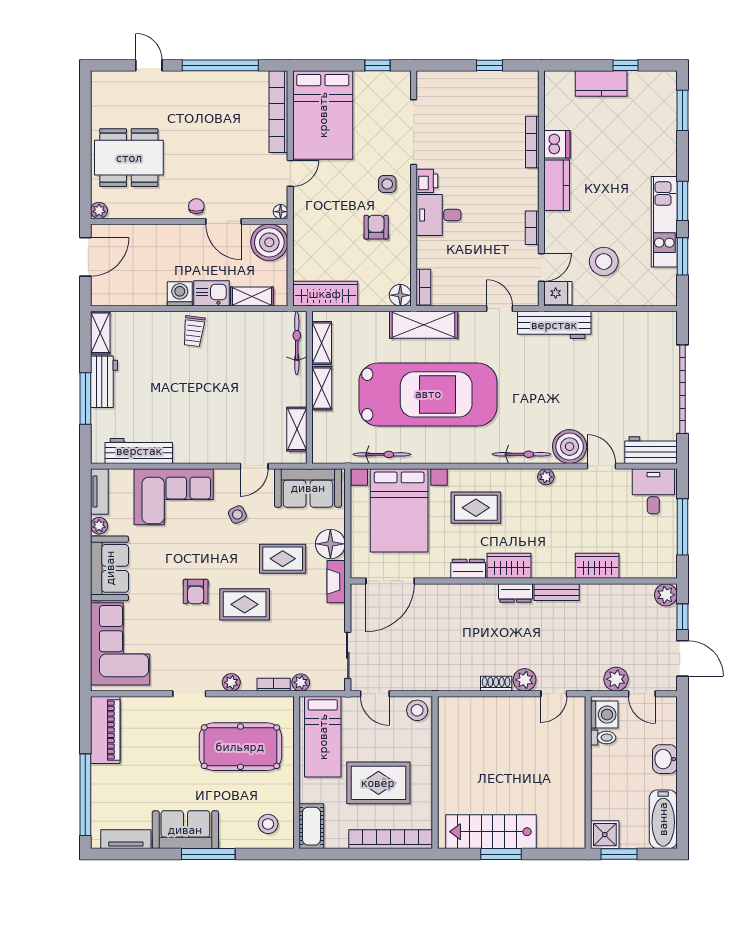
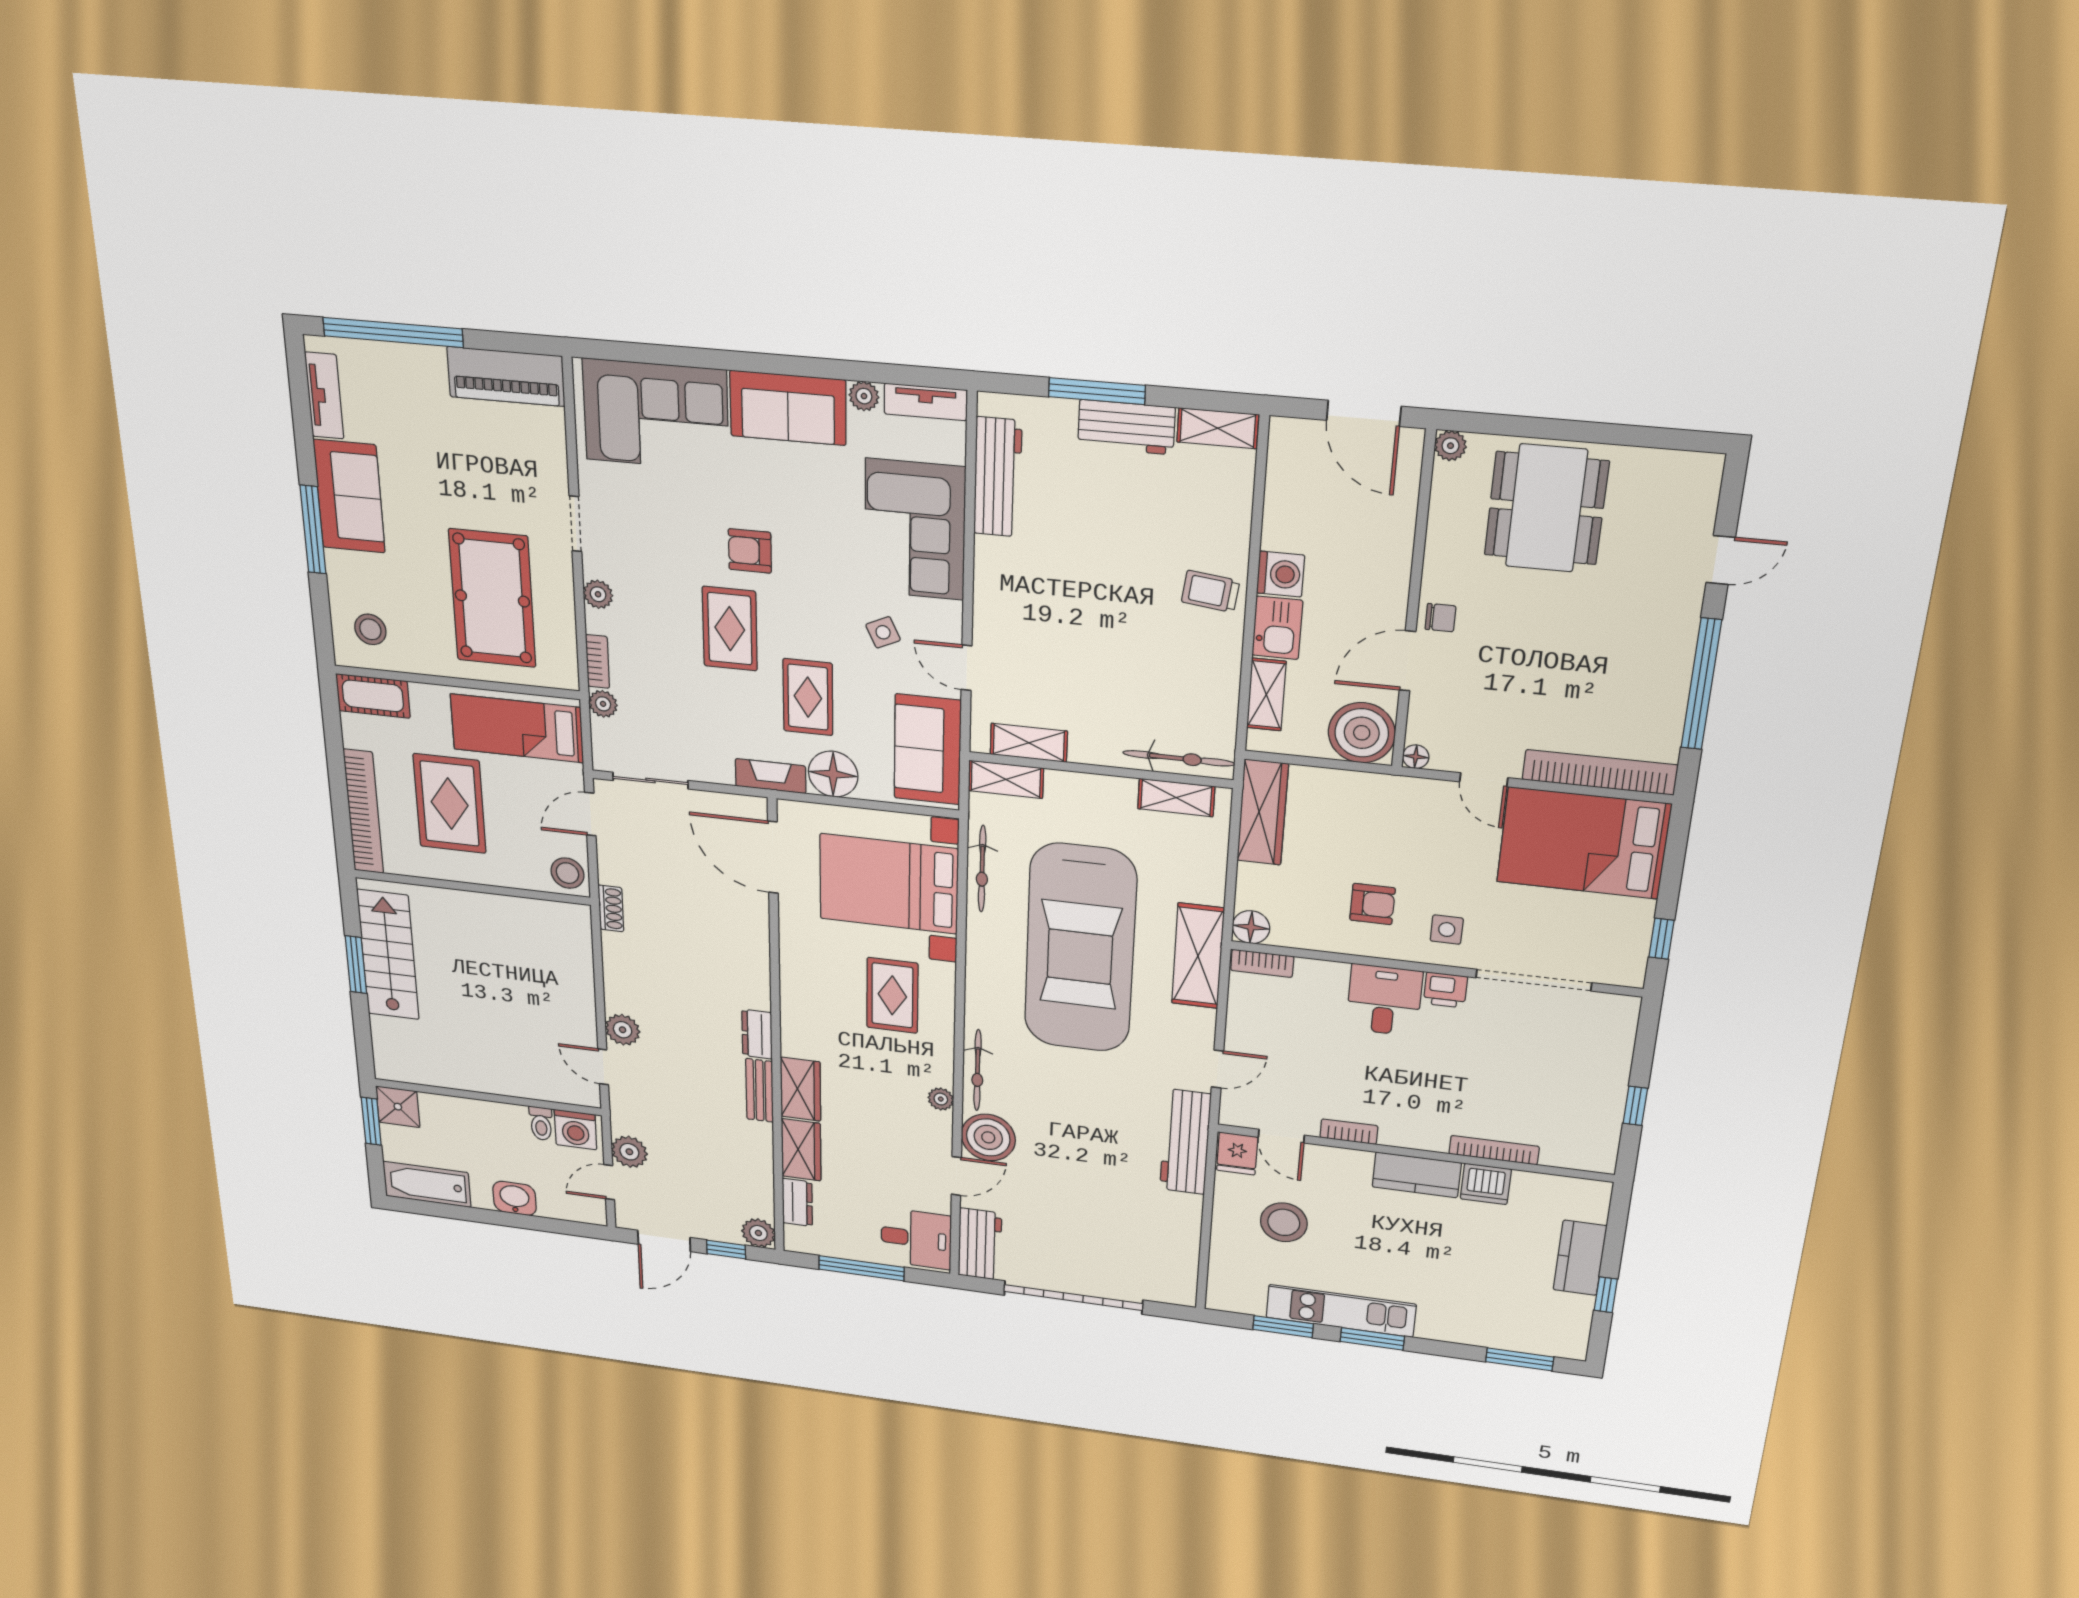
shelving: (322, 388) -> (1006, 779), moved
wardrobe: (509, 566) -> (801, 1089), moved
dresser: (468, 569) -> (797, 1202), moved
shoe rack: (496, 684) -> (611, 908), moved

